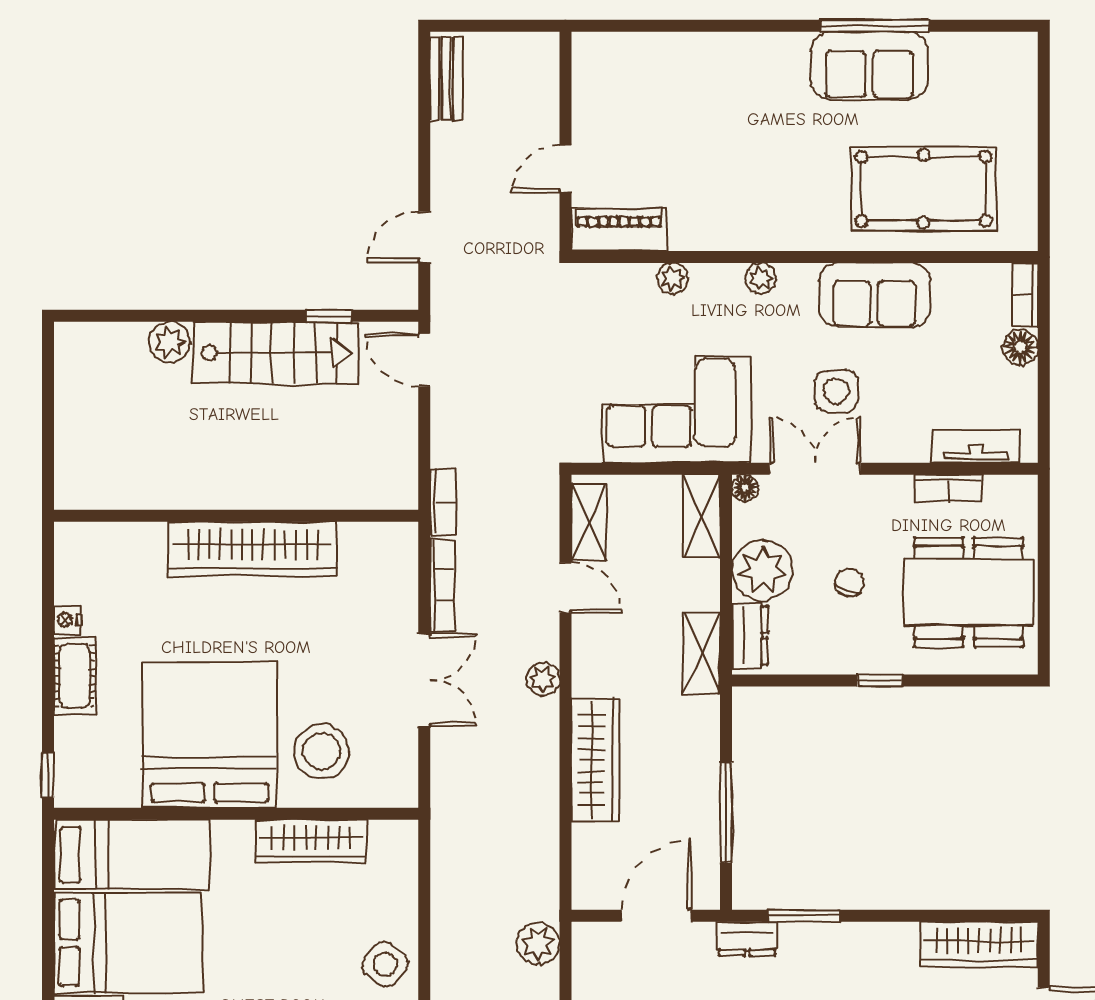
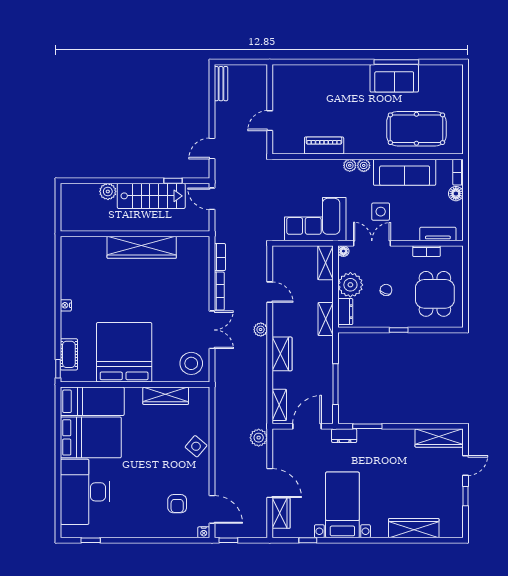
piano: (619, 230) -> (324, 146), moved
plant: (673, 278) -> (364, 165), moved
sofa: (875, 295) -> (405, 172), width x1.36
wall: (236, 516) -> (135, 234), moved
shelving: (589, 523) -> (279, 405), moved
wardrobe: (253, 549) -> (142, 247), moved
dining table: (969, 592) -> (435, 294), width x0.73
cot: (75, 676) -> (69, 354), moved
stool: (322, 752) -> (191, 363), moved
wardrobe: (595, 760) -> (282, 354), width x0.67

